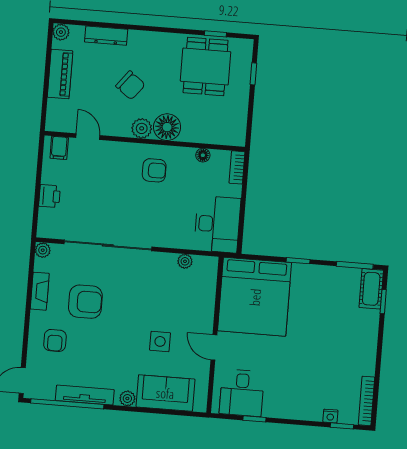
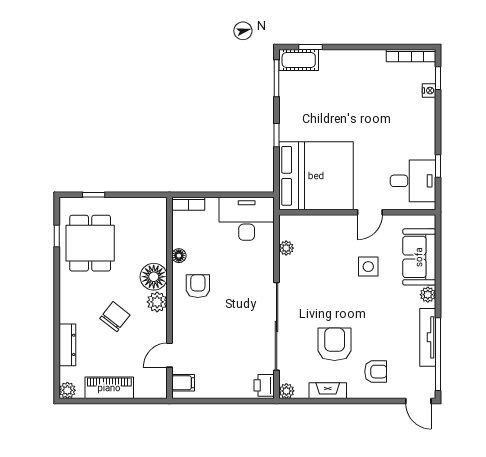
dining table: (206, 66) -> (90, 243), turned 90
floor lamp: (203, 155) -> (179, 256), moved
printer: (49, 196) -> (264, 385), moved, turned -90

